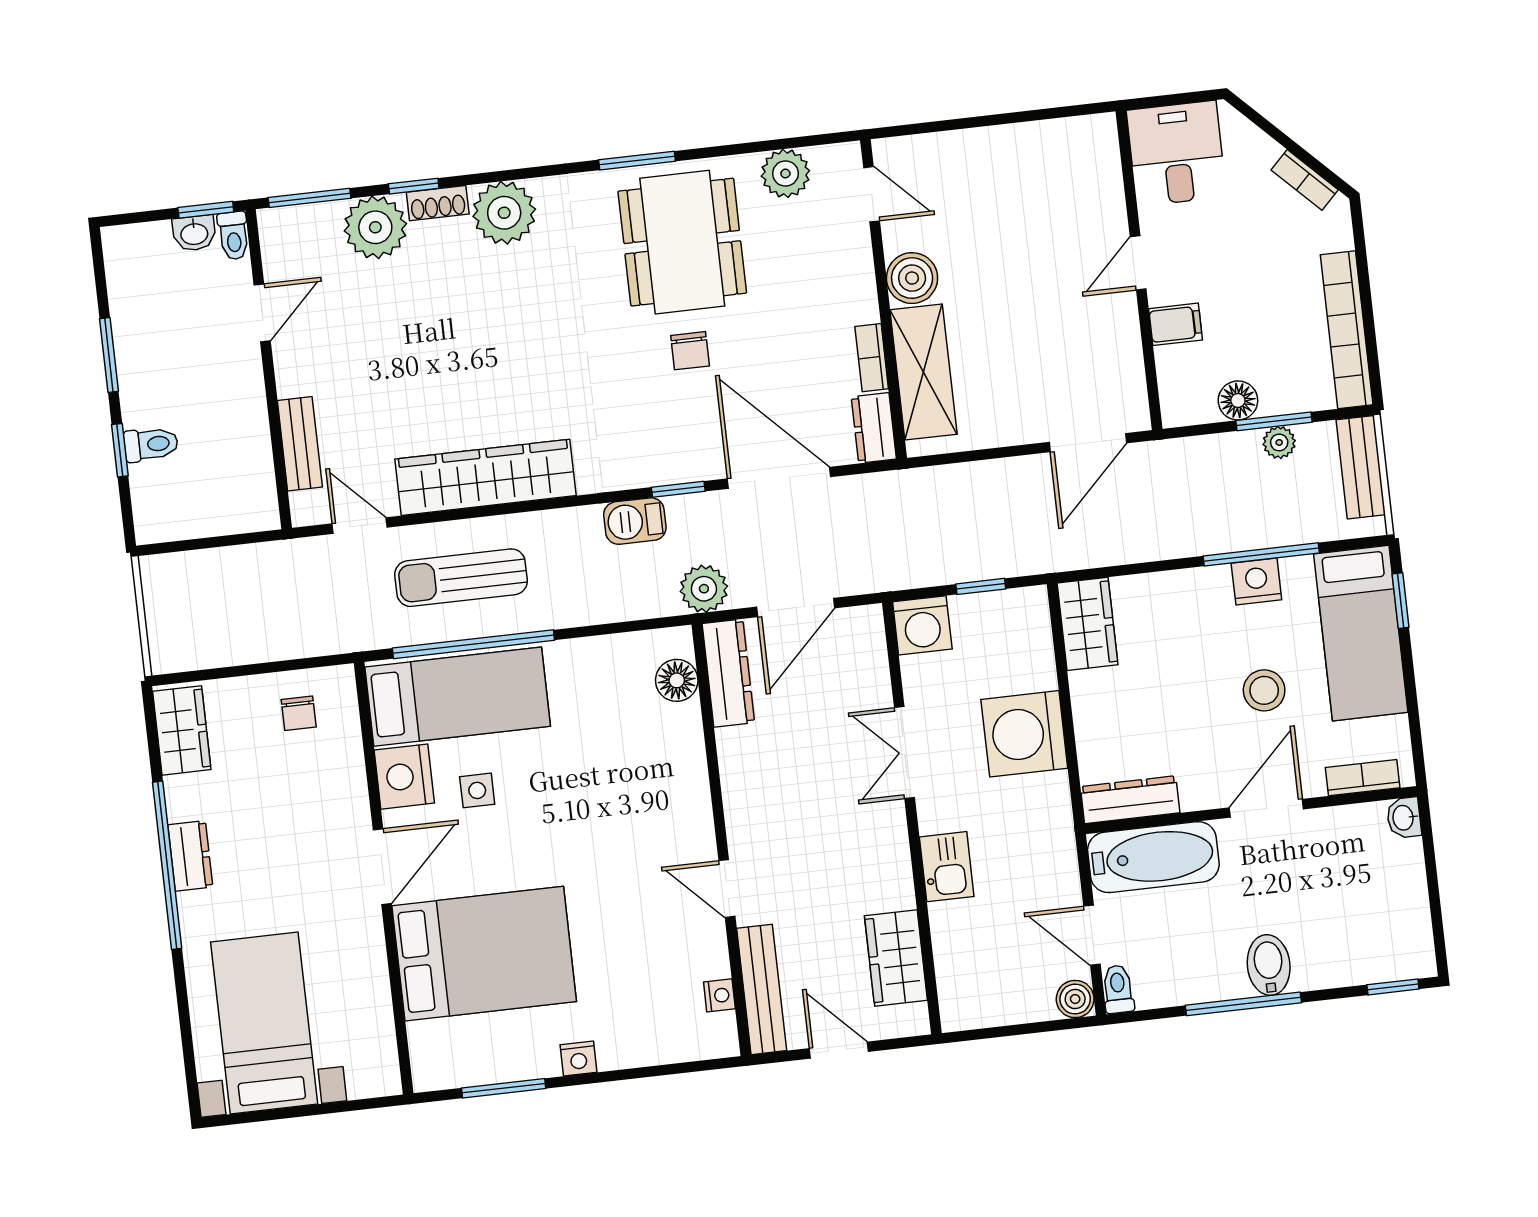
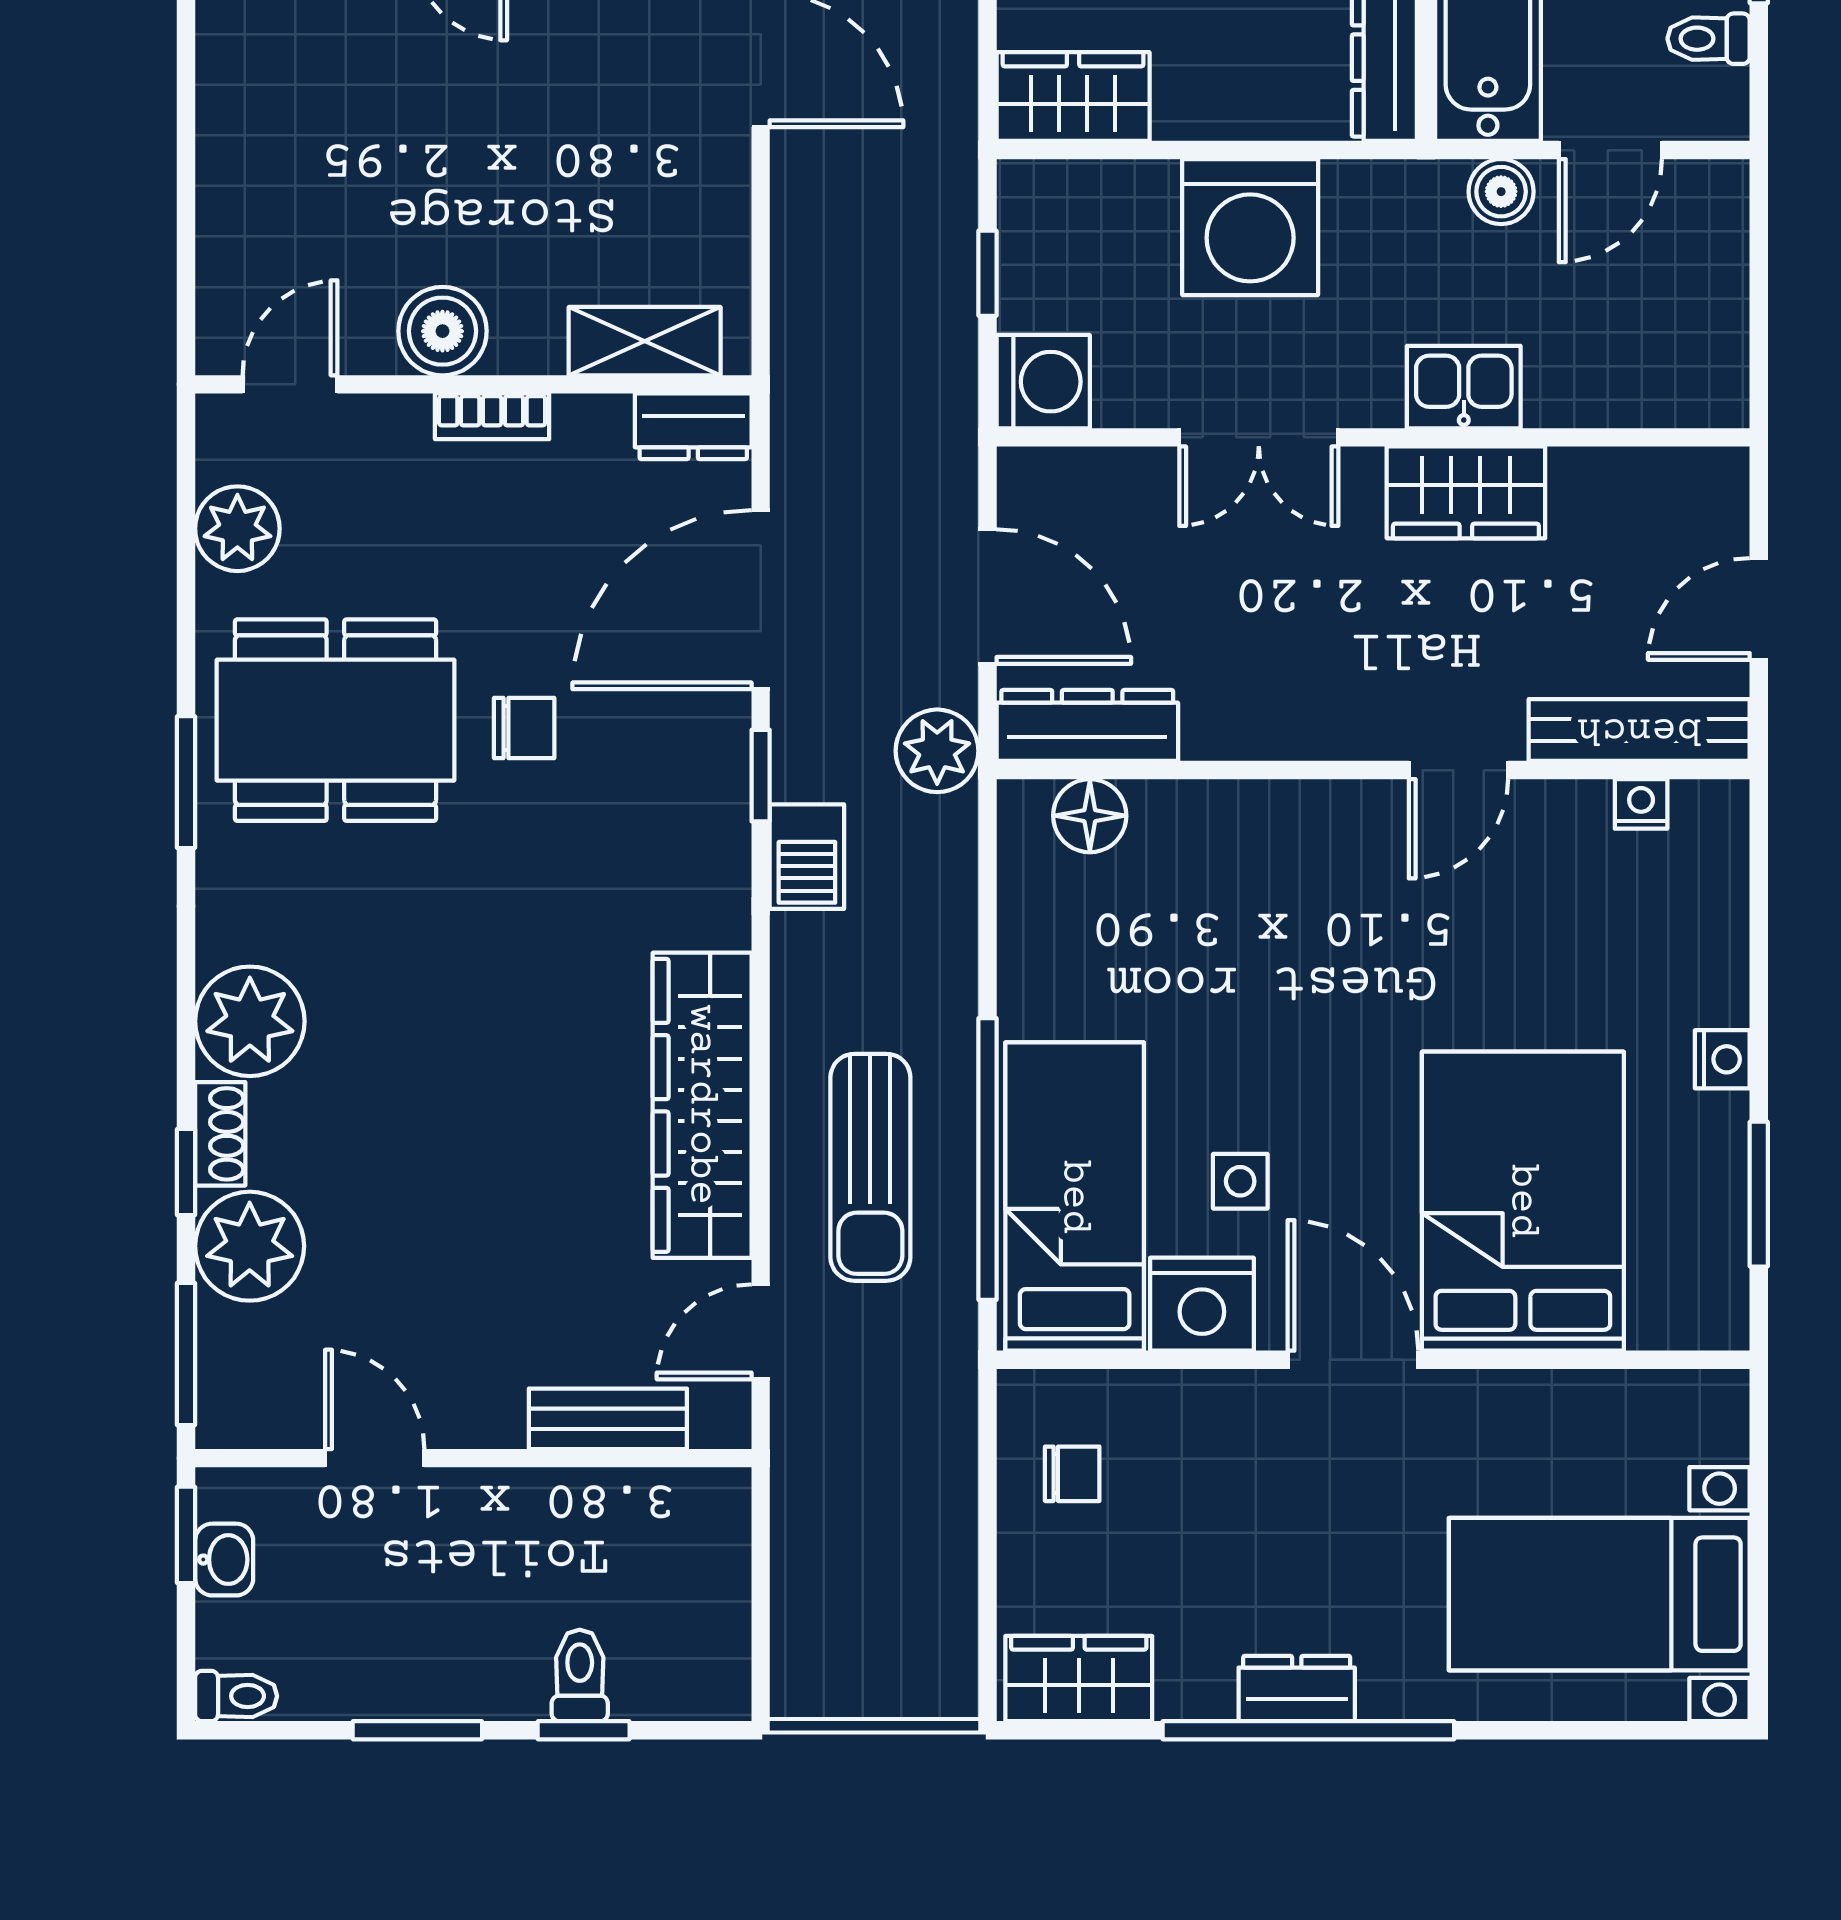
toilet: (233, 236) -> (236, 1696), moved
bookcase: (872, 358) -> (492, 416), moved
shelving: (924, 372) -> (645, 341), width x0.67, depth x0.75
wardrobe: (896, 958) -> (1466, 492), moved
toilet: (1118, 989) -> (1709, 39), moved
boiler: (1075, 999) -> (1501, 192), moved

